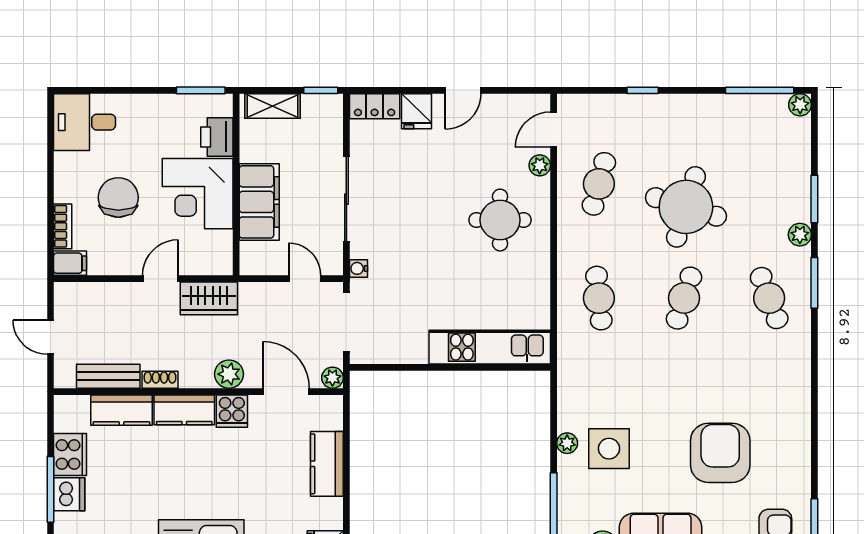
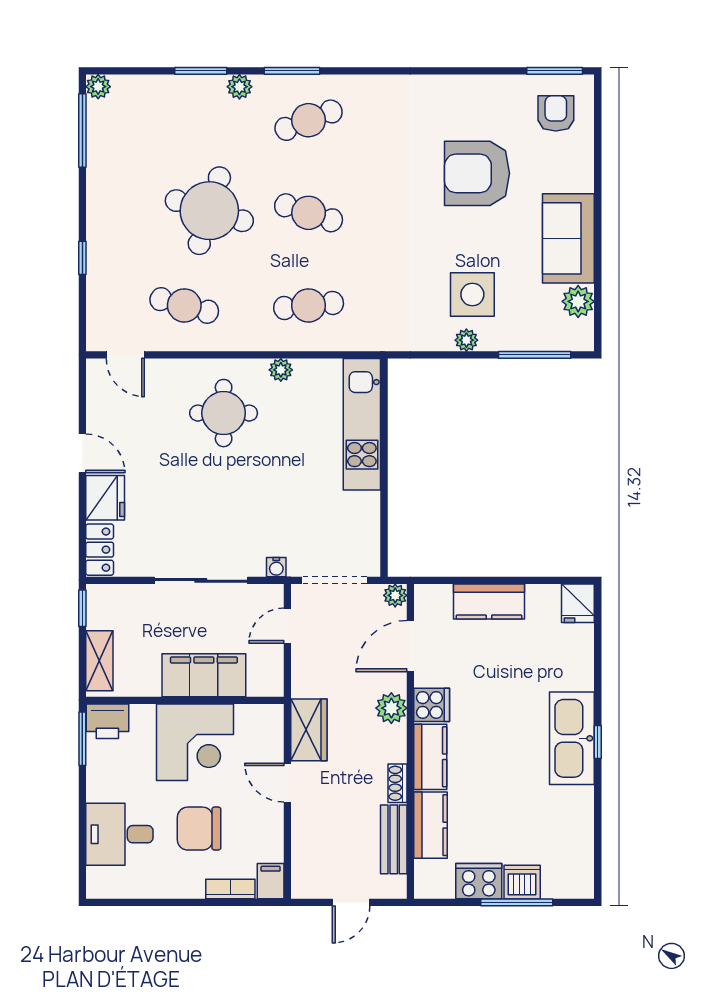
fridge: (416, 111) -> (105, 498), width x1.38
desk: (85, 122) -> (119, 834), moved, turned 90
printer: (217, 137) -> (107, 721), moved
plant: (540, 165) -> (281, 370), moved

